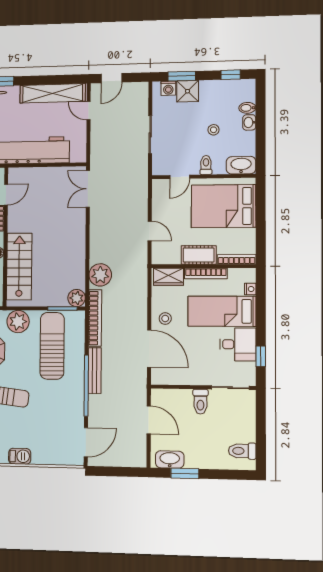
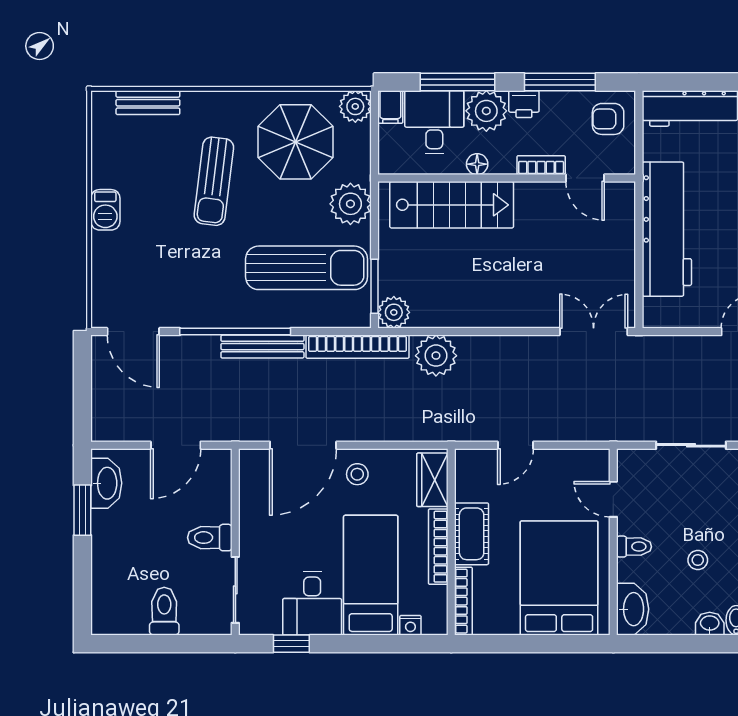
toilet: (242, 451) -> (164, 611), moved

